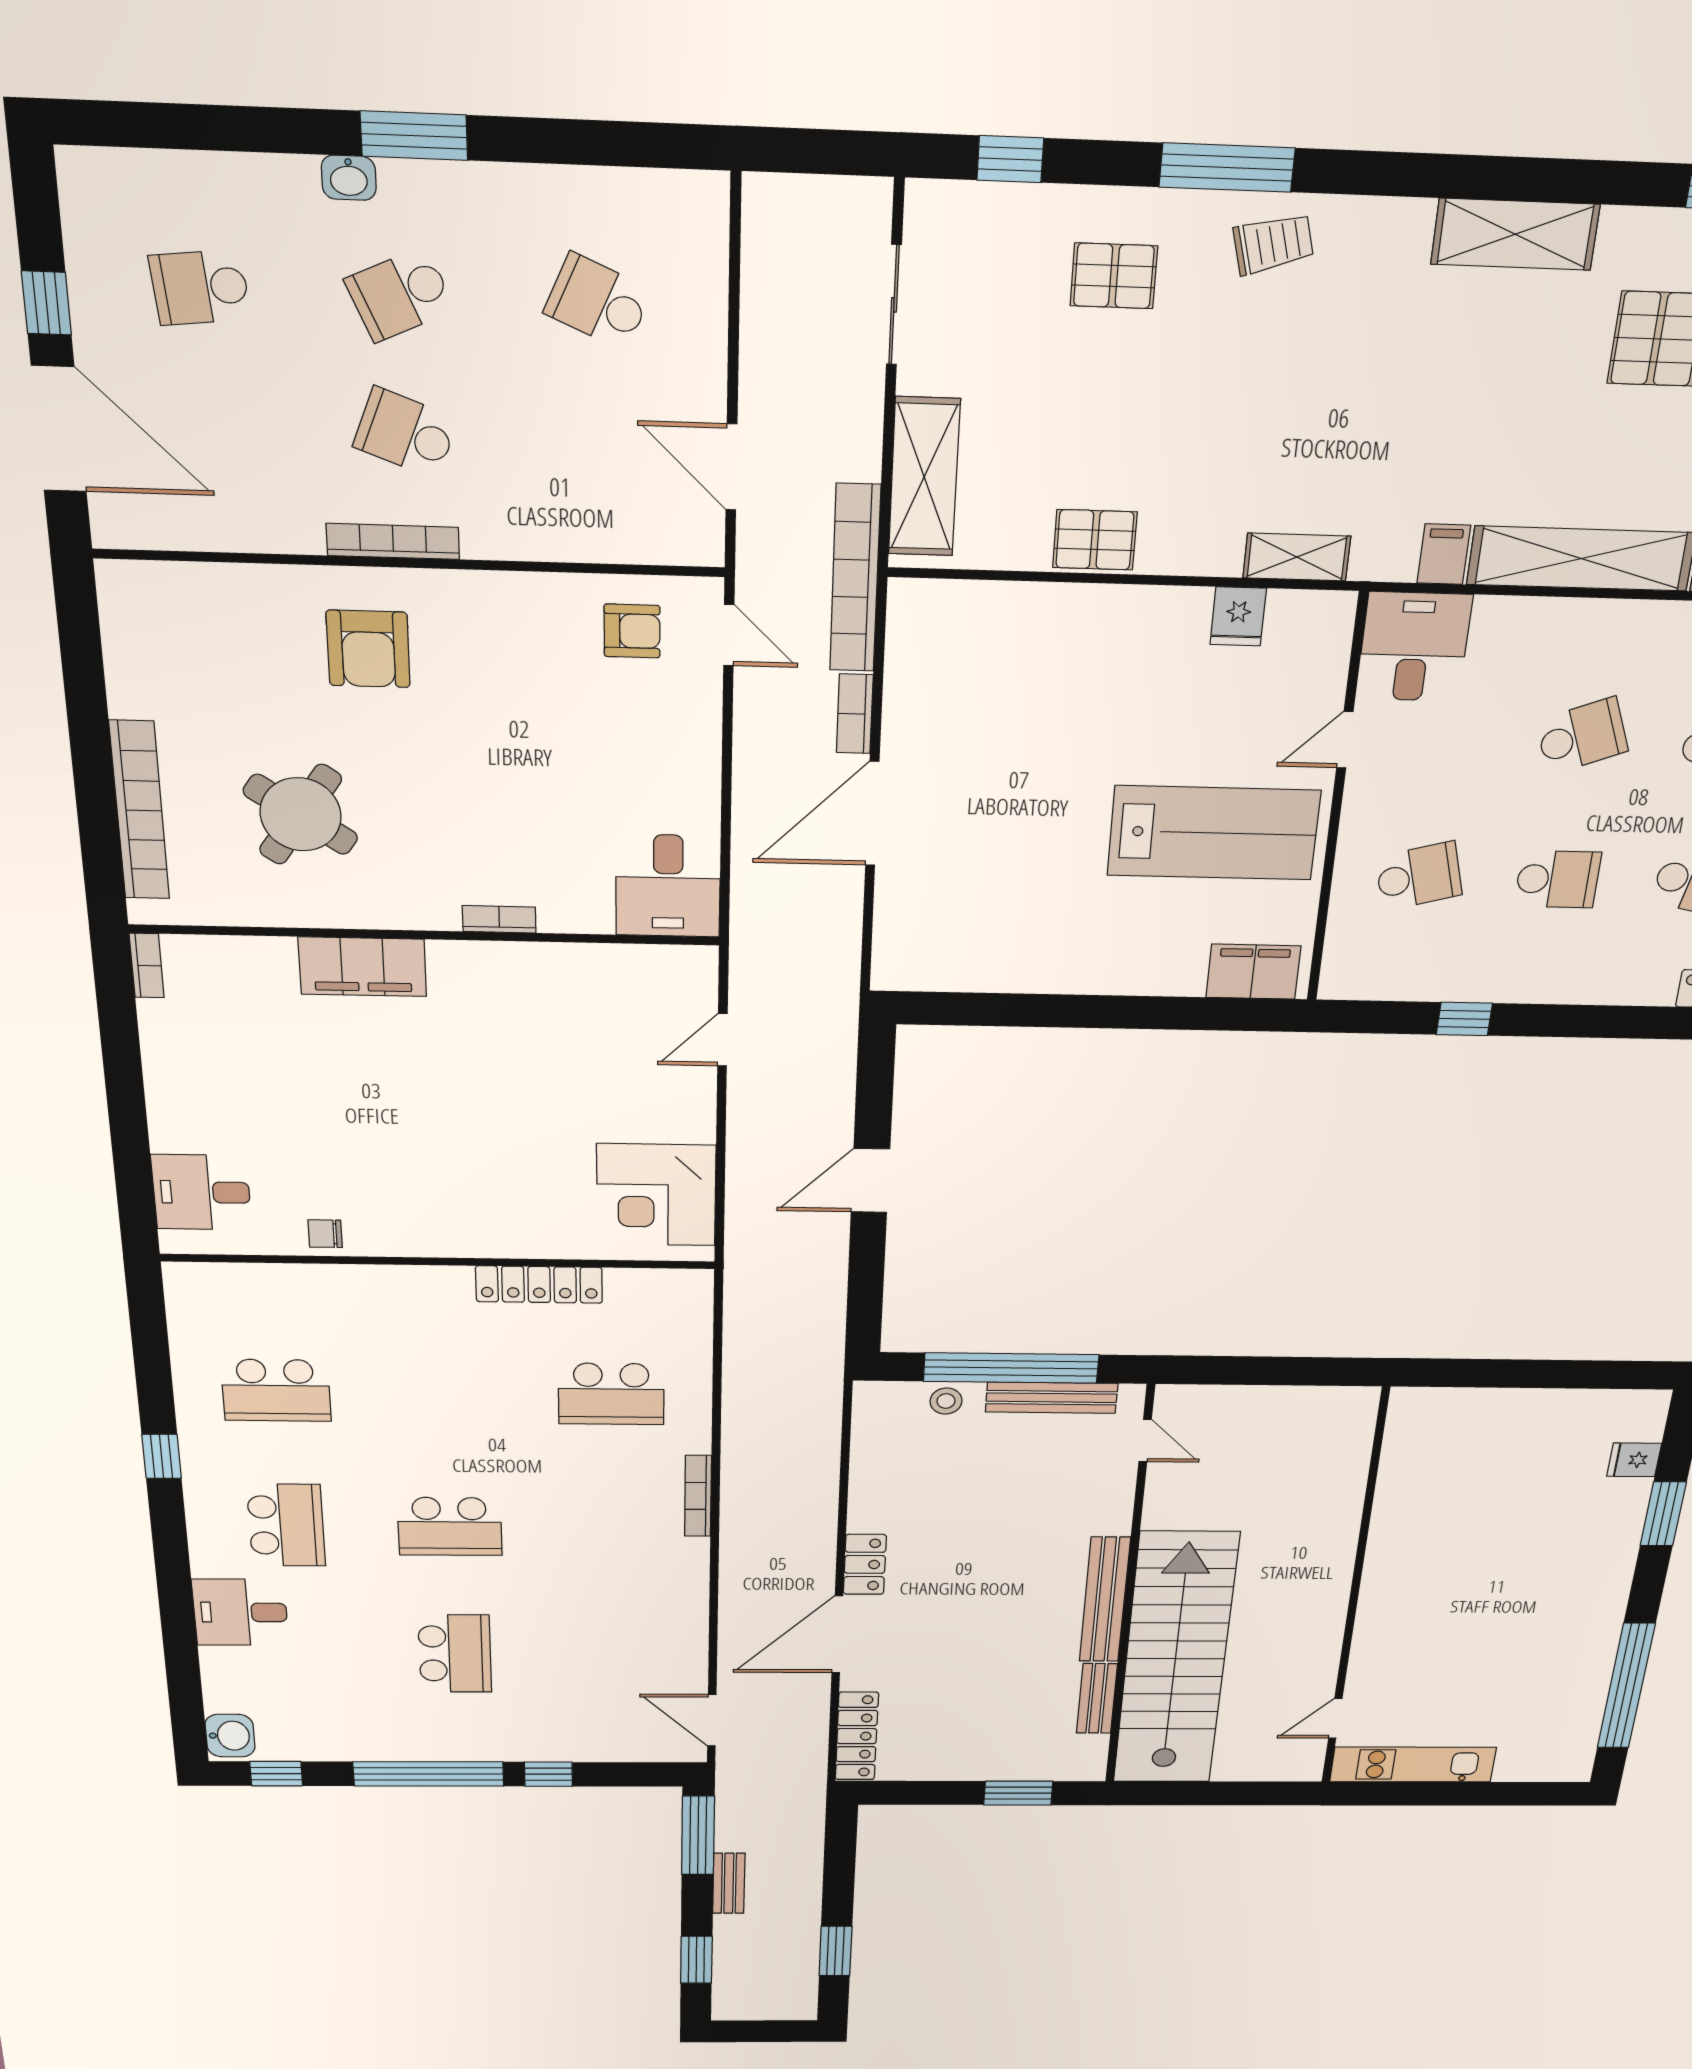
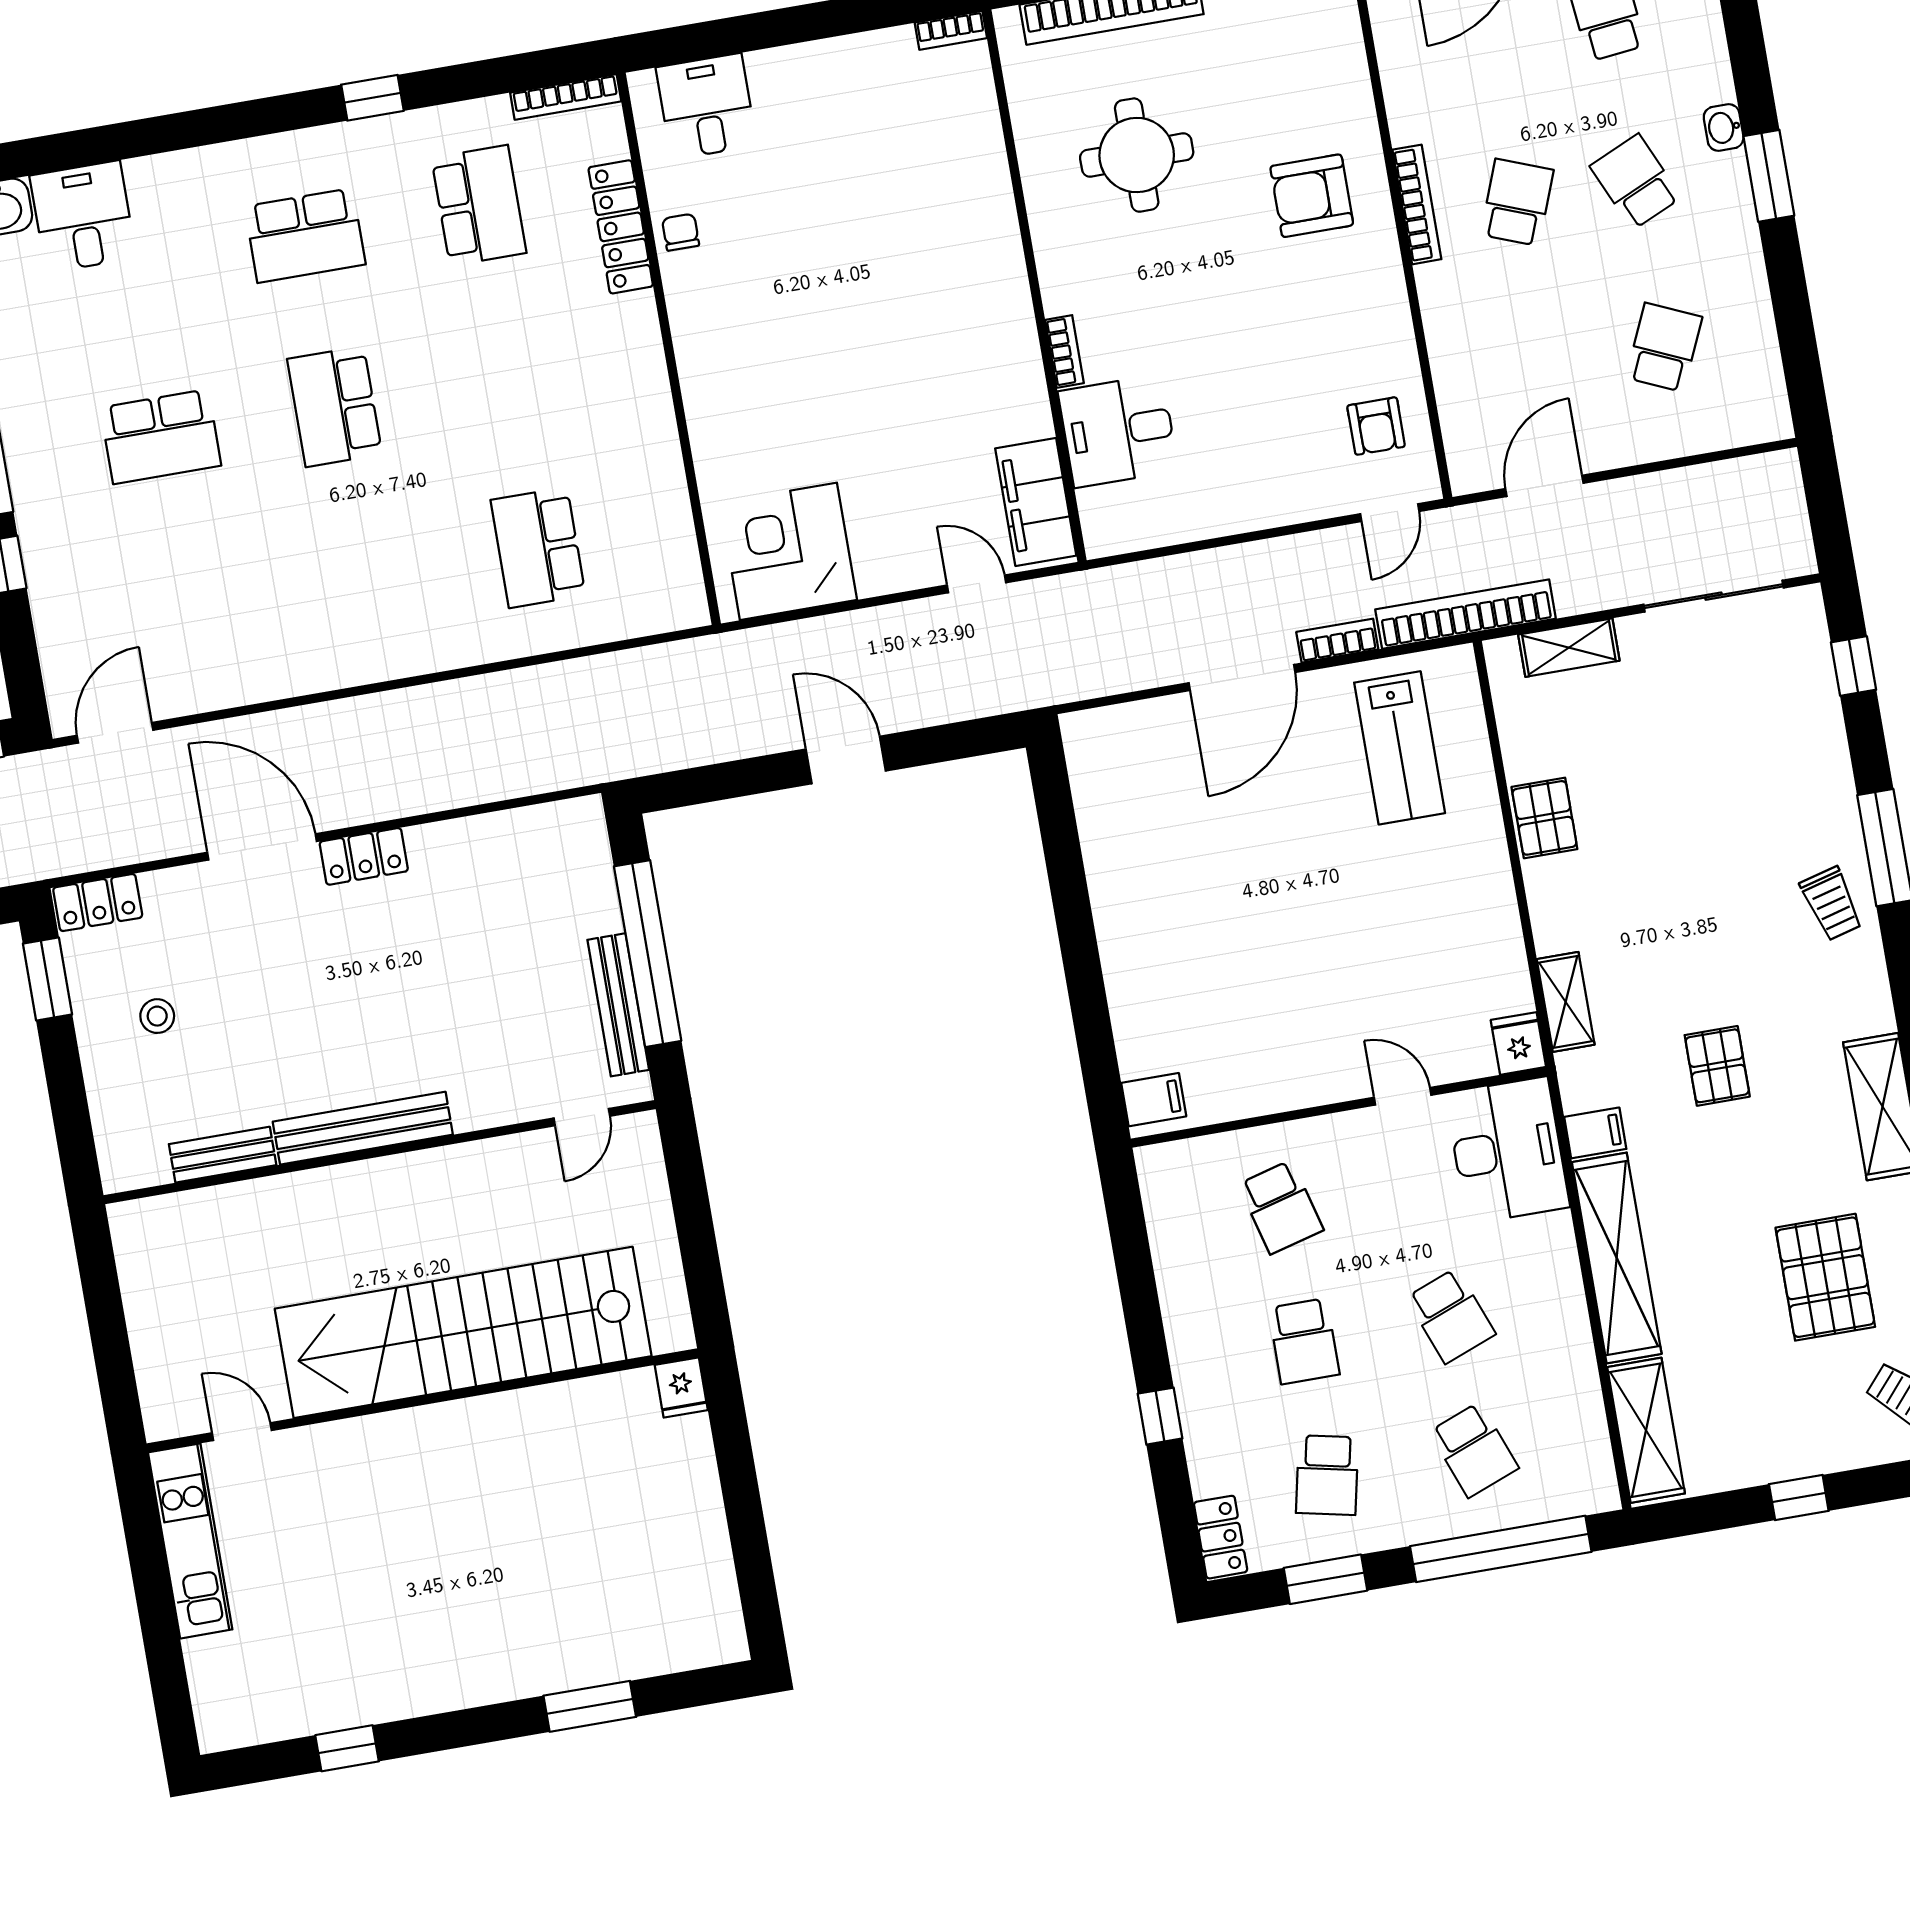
pallet: (1114, 276) -> (1717, 1066), moved
sliding door: (894, 305) -> (1714, 596), width x1.37
shelving: (924, 477) -> (1569, 648), width x0.67, depth x0.75
fridge: (1238, 616) -> (1518, 1043), moved, turned 90
desk: (1414, 647) -> (1507, 1150), width x1.37
round table: (301, 814) -> (1137, 155), turned -34
door: (872, 814) -> (1242, 678), swing flipped
lab bench: (1214, 833) -> (1400, 748), moved, width x0.73, depth x0.72
desk: (668, 886) -> (1118, 431), moved
filing cabinet: (362, 967) -> (1036, 502), moved
filing cabinet: (1253, 972) -> (1154, 1100), width x0.50
window: (1464, 1019) -> (1160, 1416), moved
locker: (539, 1285) -> (621, 227), moved
school desk: (276, 1390) -> (479, 205), turned 180
stool: (946, 1401) -> (157, 1016), moved
fridge: (1634, 1460) -> (681, 1388), moved, turned 180
bookcase: (698, 1496) -> (566, 97), moved, turned 180
desk: (240, 1612) -> (83, 217), moved
stairs: (1175, 1660) -> (463, 1332), moved, turned 180
window: (1626, 1686) -> (347, 1748), width x0.32
locker: (857, 1736) -> (98, 903), width x0.66
window: (1018, 1793) -> (47, 979), moved

